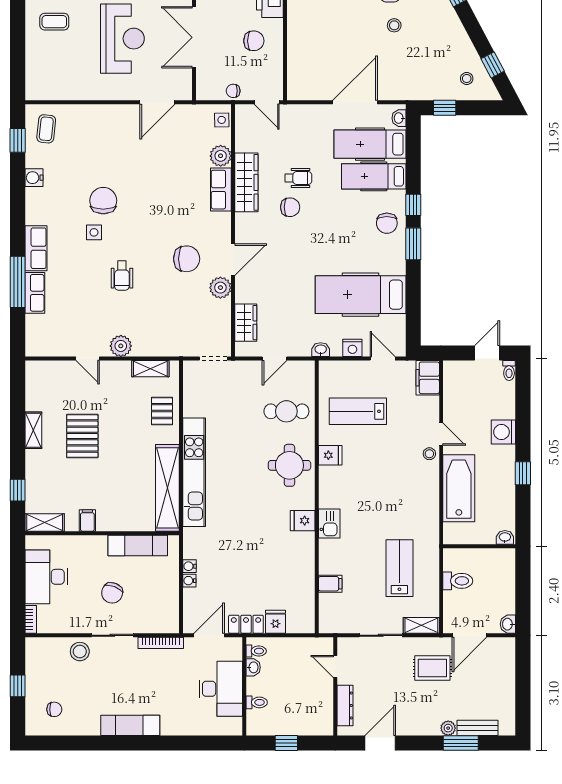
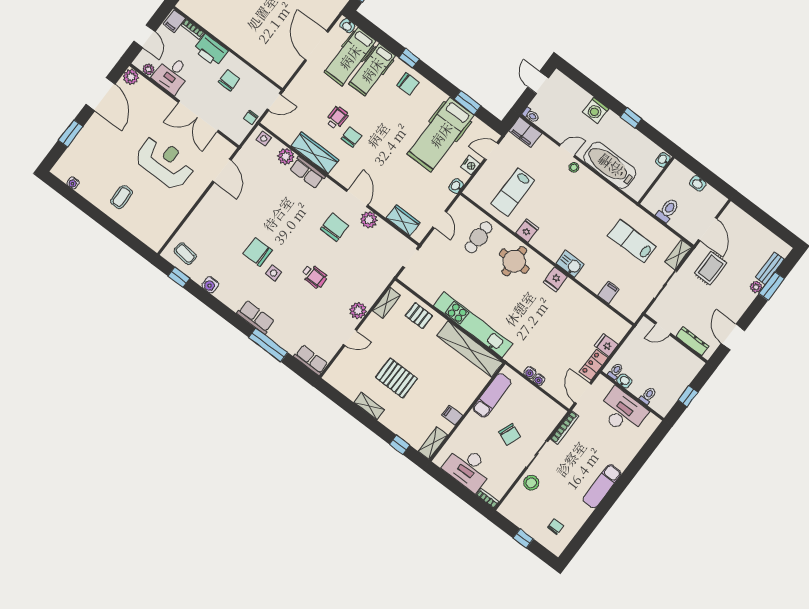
window: (413, 244) -> (468, 103), moved
row of seats: (35, 293) -> (311, 360), moved
toilet: (509, 370) -> (531, 115), moved
washbasin: (508, 624) -> (698, 183), moved

